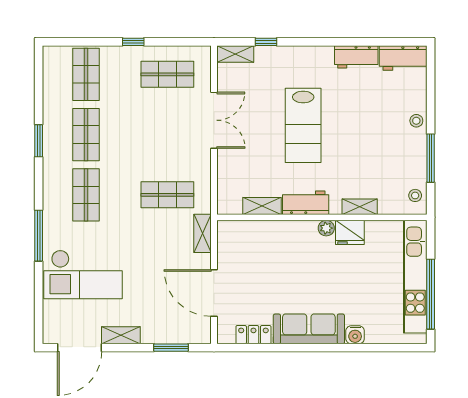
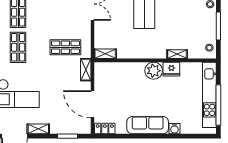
workbench: (306, 203) -> (146, 52), removed
shelving: (262, 206) -> (105, 54), moved
plant: (326, 228) -> (154, 71), width x1.87, depth x1.87
locker: (253, 335) -> (105, 129), moved

